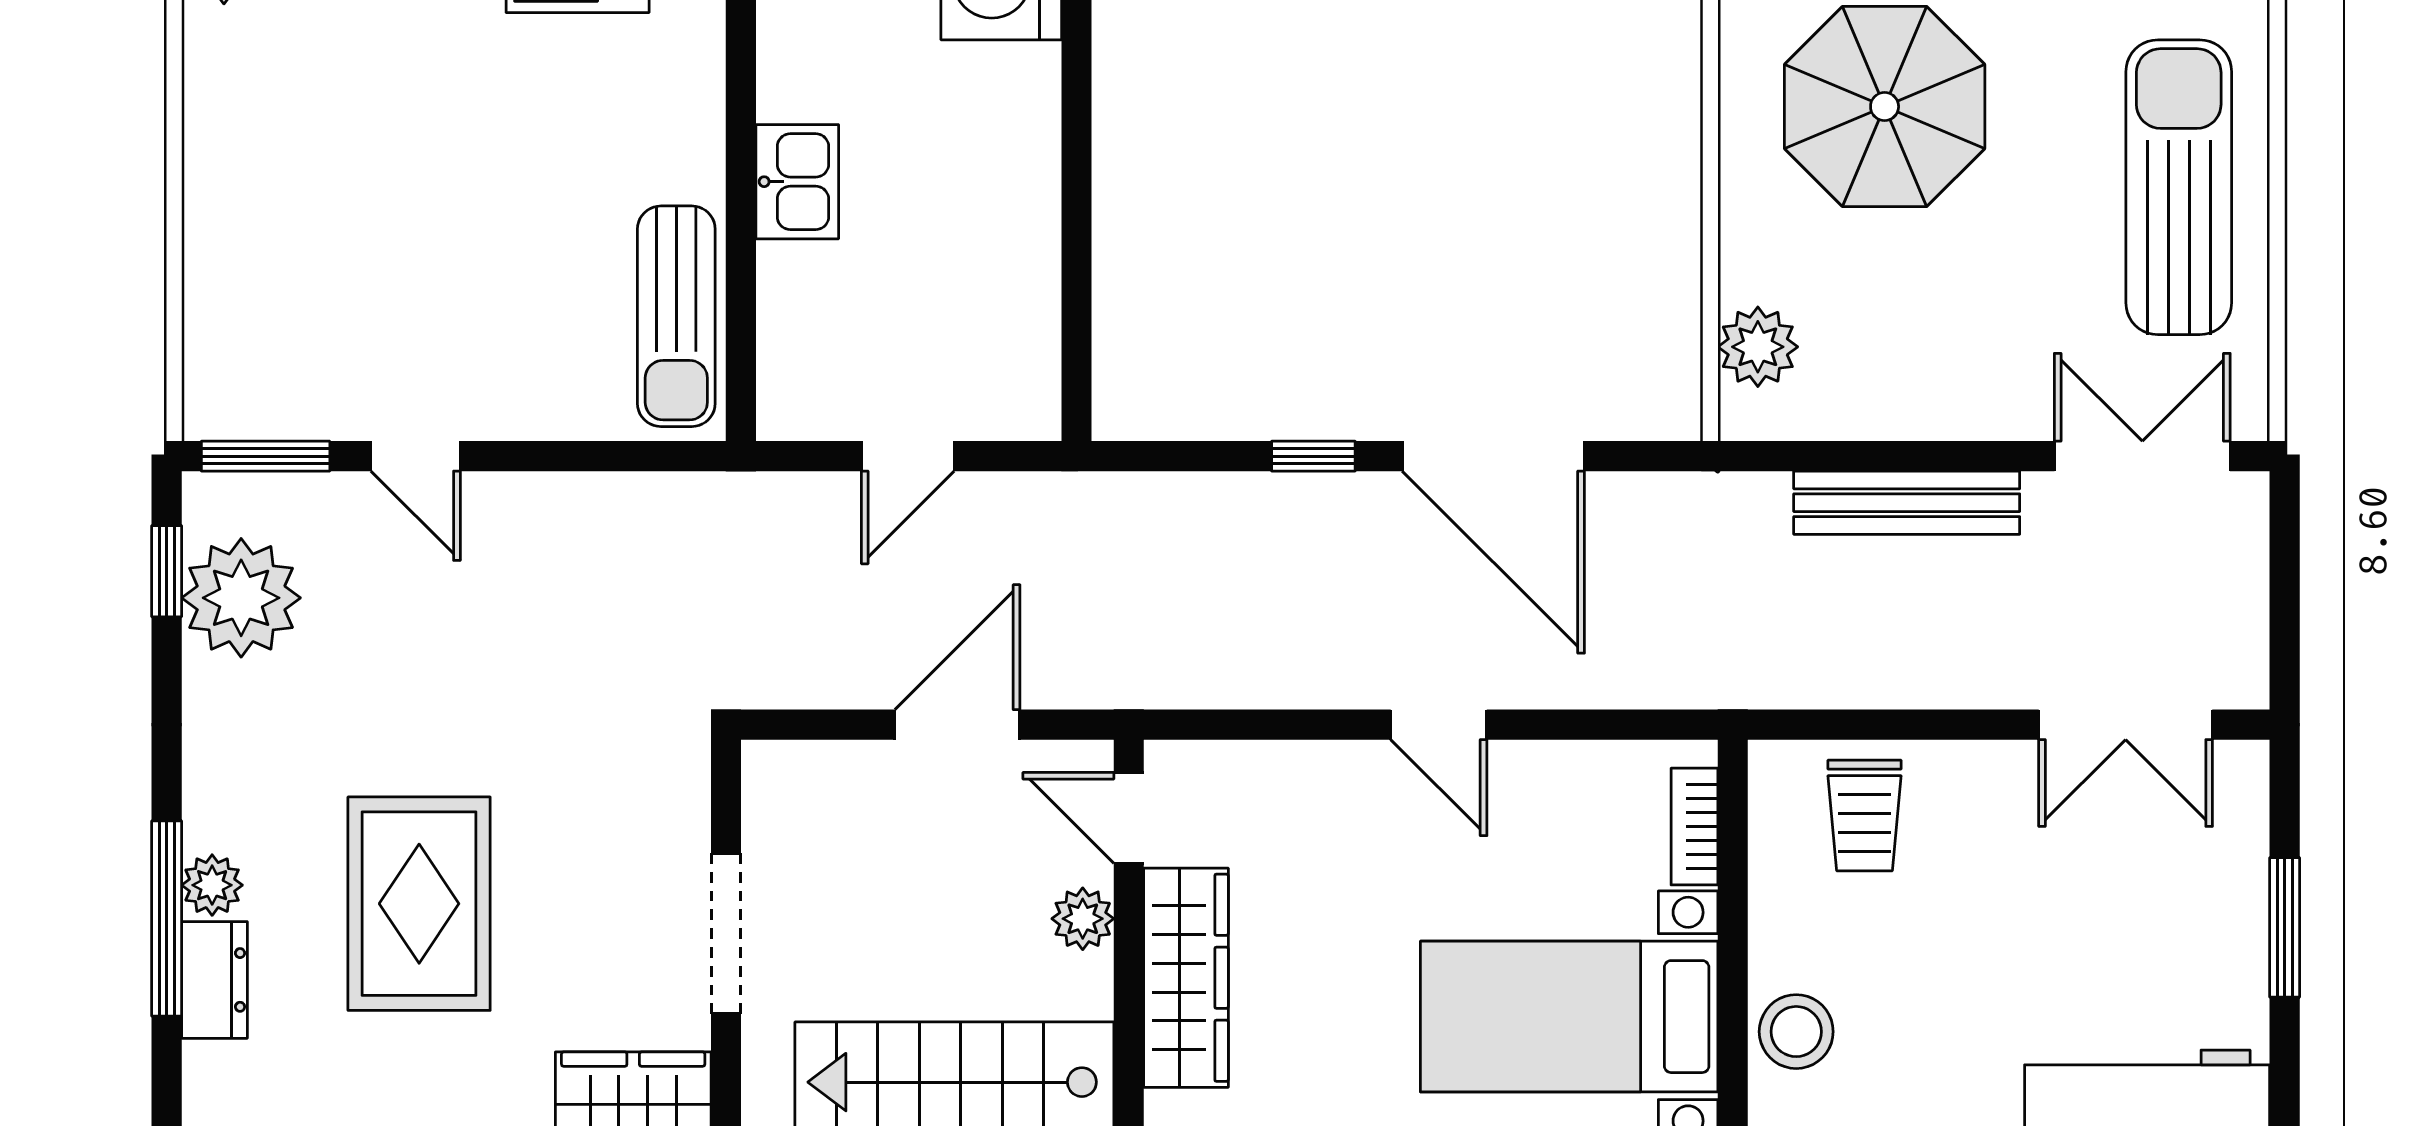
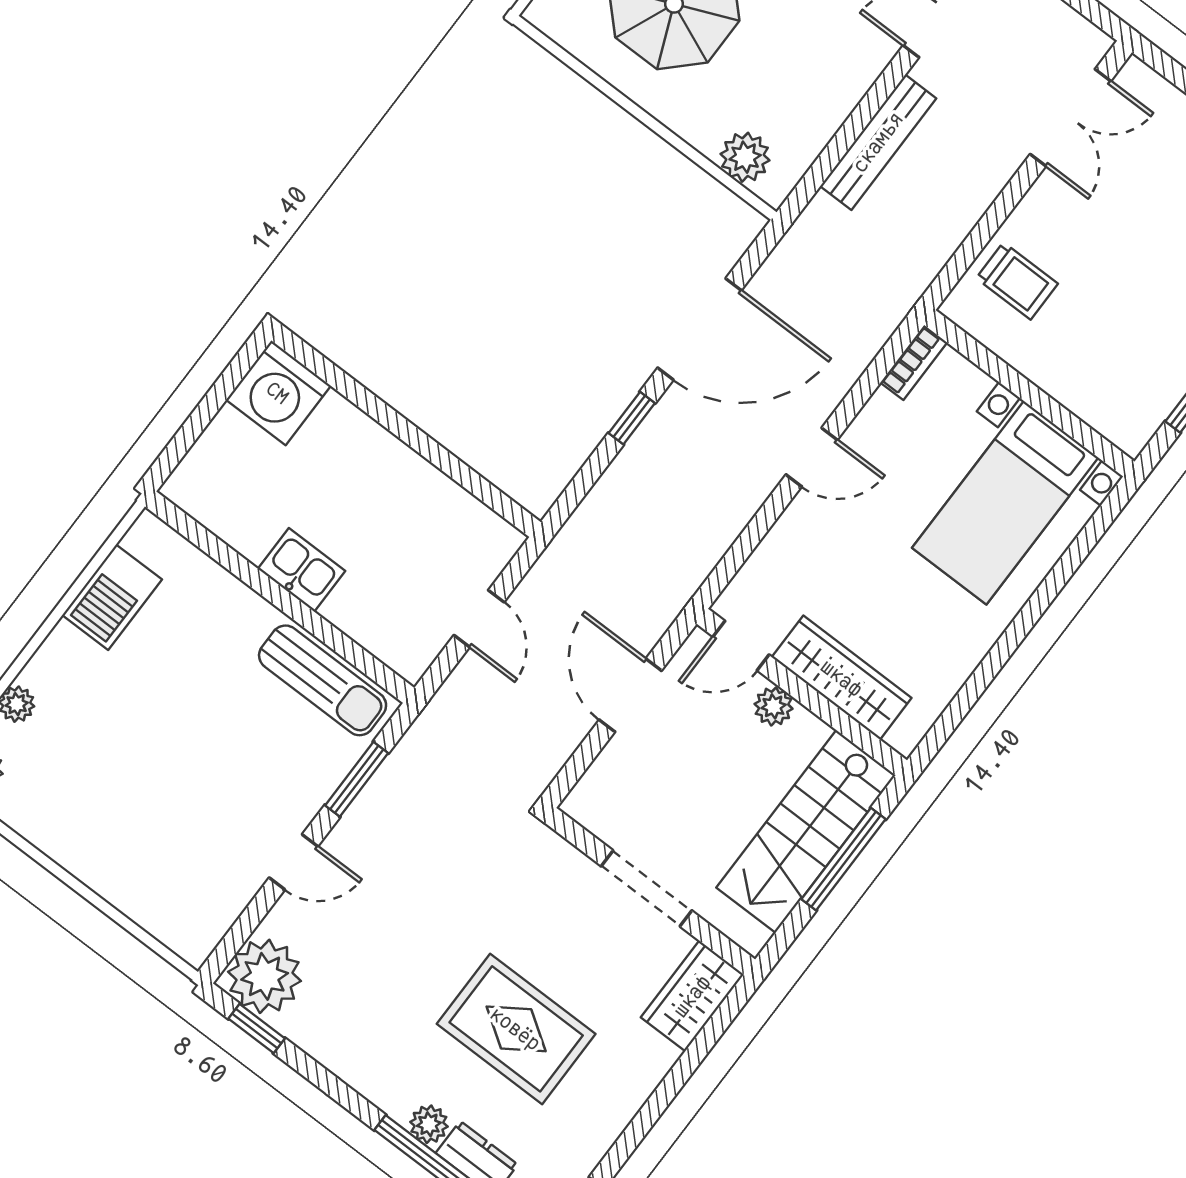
window: (266, 456) -> (357, 779), moved
plant: (241, 598) -> (265, 976), moved
bookcase: (1694, 827) -> (914, 363), moved, turned -90
stool: (1796, 1032) -> (1098, 396), removed

